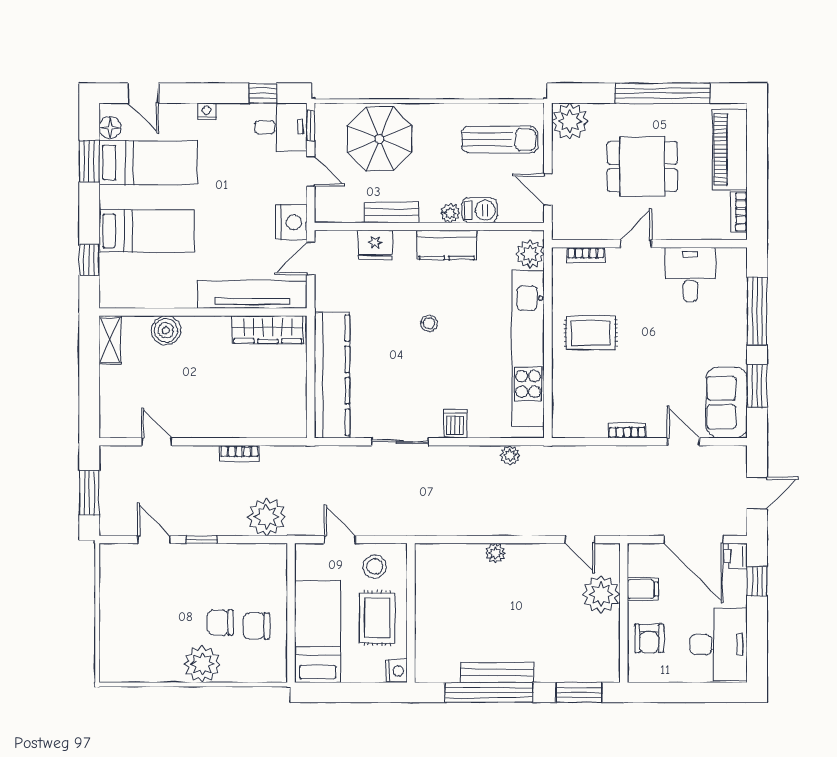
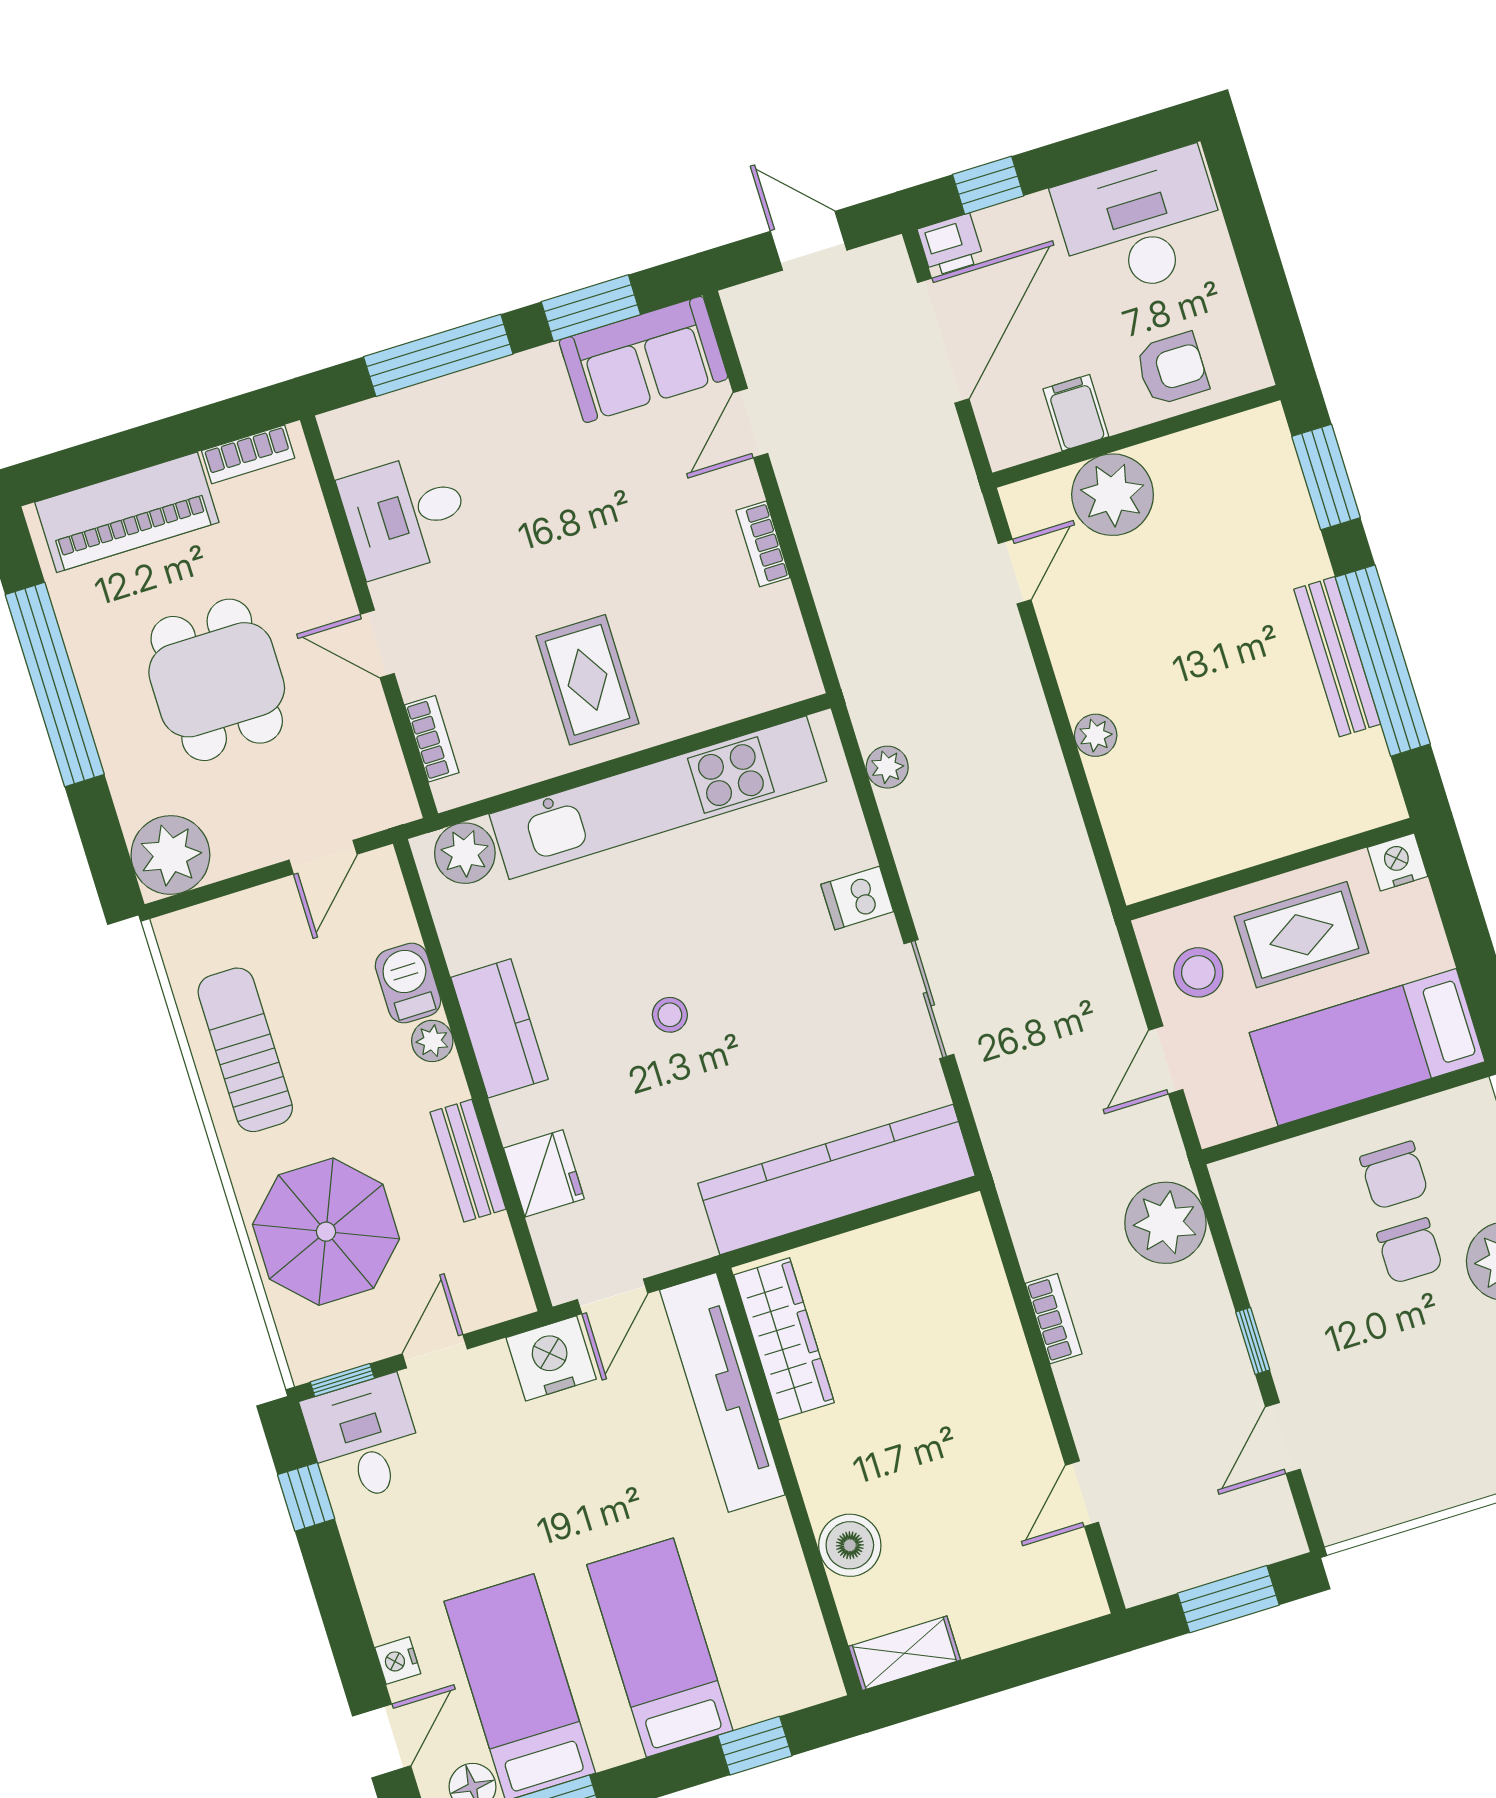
nightstand: (207, 112) -> (398, 1661), moved
sun lounger: (500, 140) -> (245, 1050), moved
door: (311, 258) -> (613, 1296), hinge flipped

